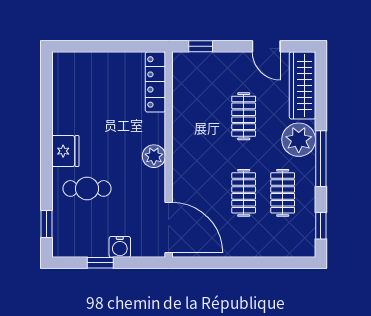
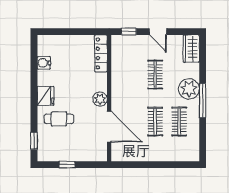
door: (266, 46) -> (158, 32), moved
wardrobe: (302, 85) -> (191, 49), width x0.67
window: (321, 226) -> (203, 142), removed
door: (169, 228) -> (109, 127), moved
water cooler: (120, 247) -> (44, 63), moved, turned 90

